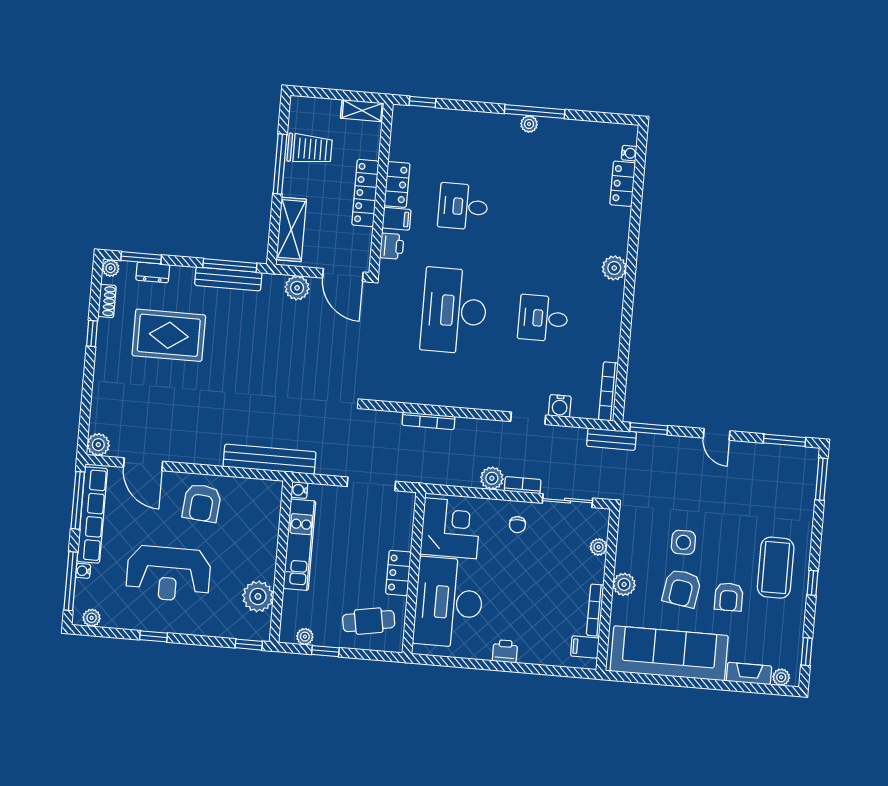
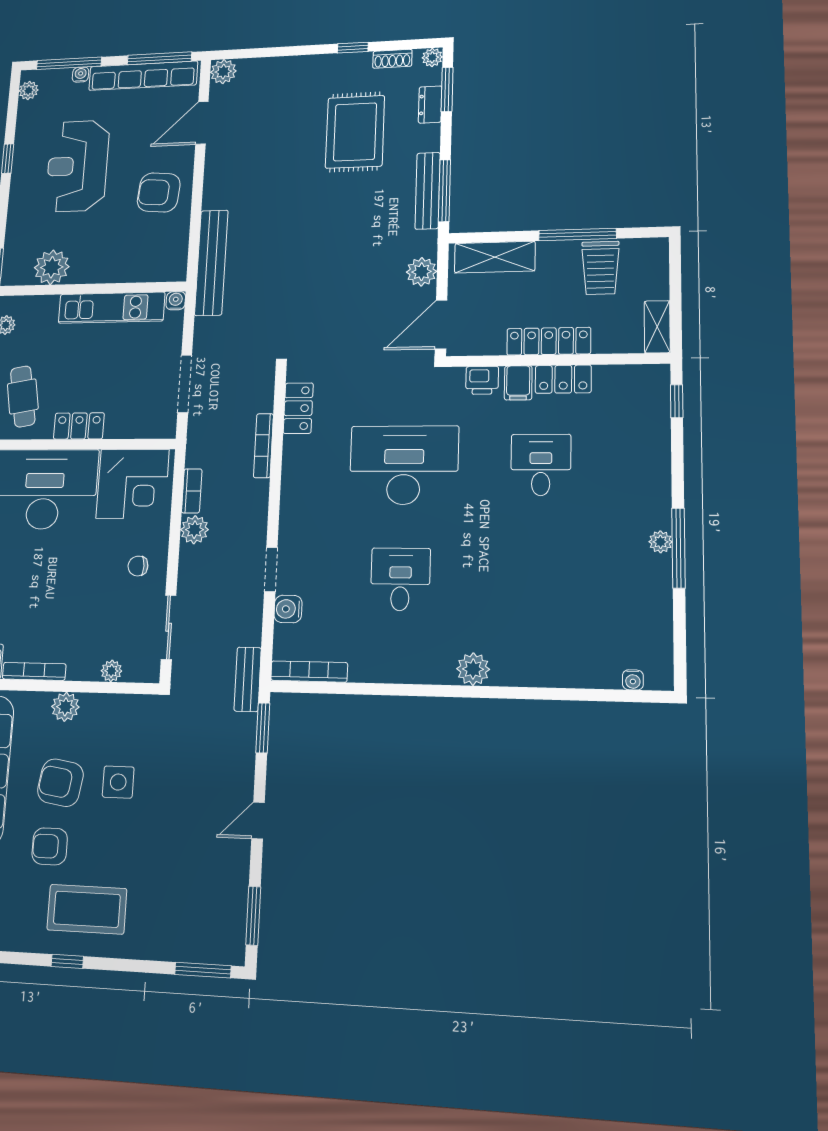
locker: (623, 184) -> (298, 408), moved, turned 90
bookcase: (523, 485) -> (192, 491), moved

